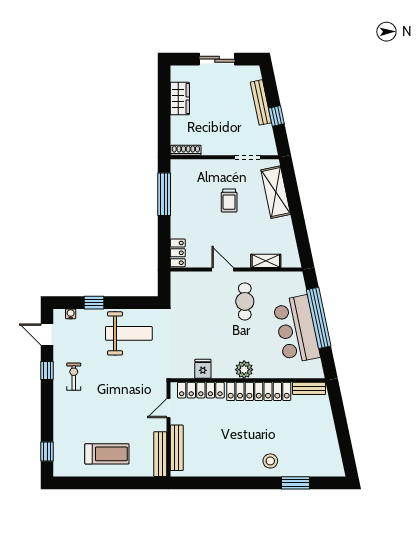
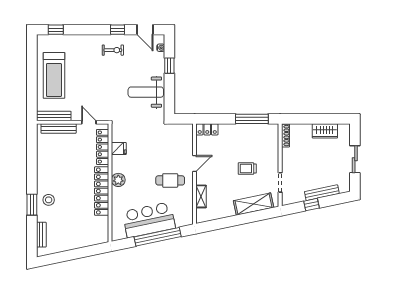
weight bench: (129, 333) -> (146, 92), turned 90
door: (47, 334) -> (145, 30), swing flipped
bench: (309, 388) -> (41, 235), moved
treadmill: (107, 454) -> (54, 75), width x1.37, depth x1.38
window: (296, 483) -> (32, 205), moved

